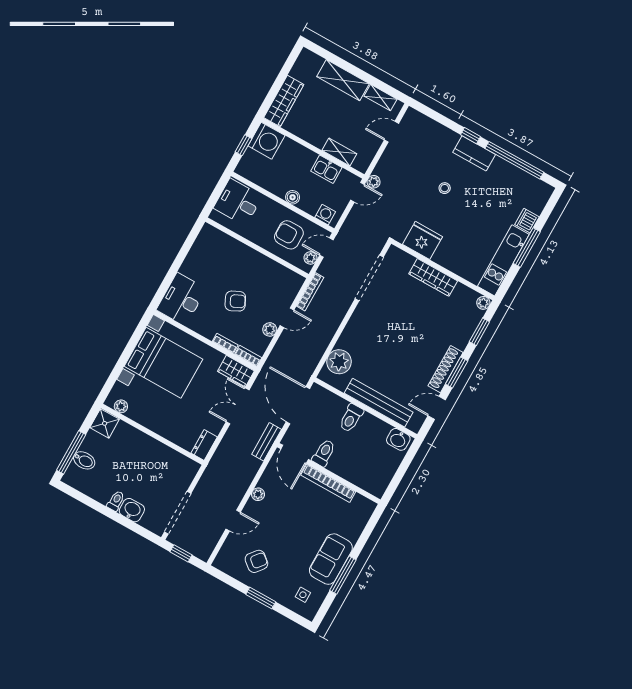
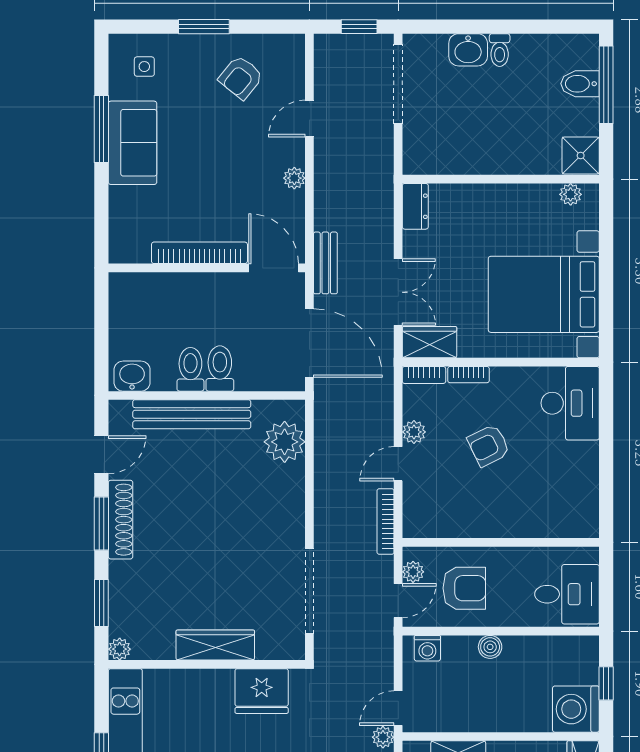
kitchen sink: (326, 169) -> (463, 716), removed
toilet: (324, 453) -> (190, 369), moved, turned 180

